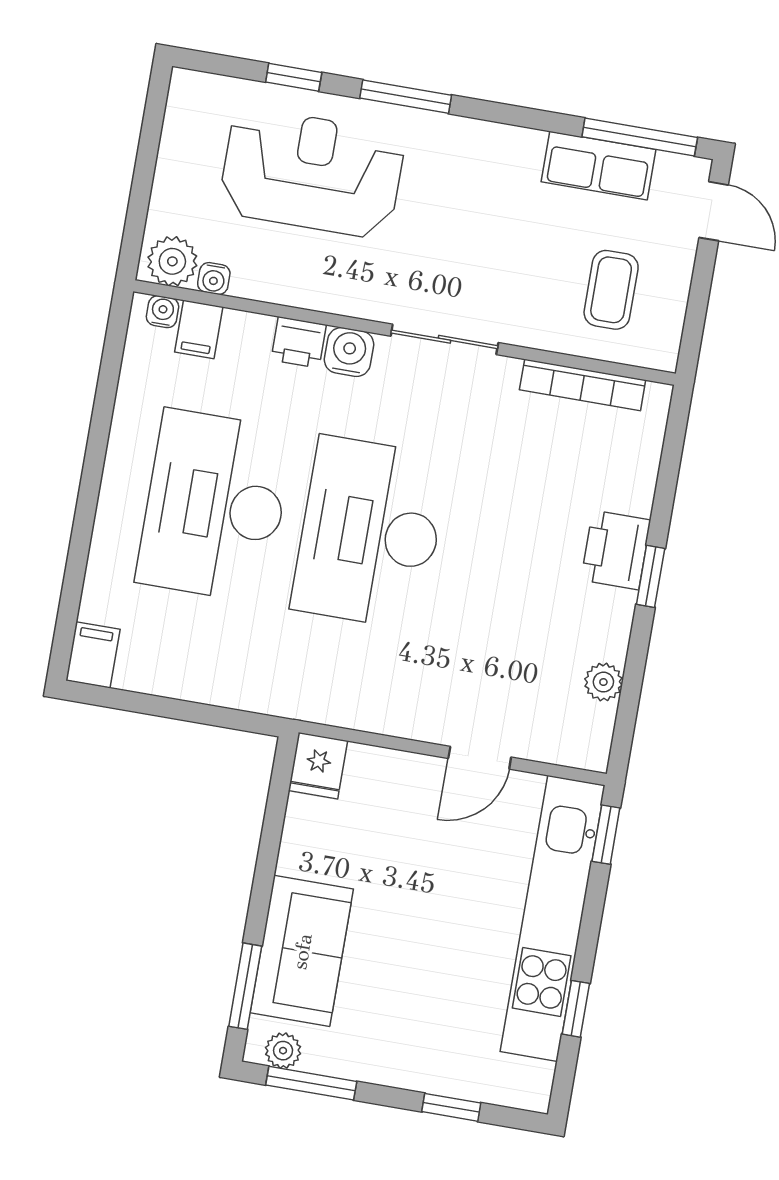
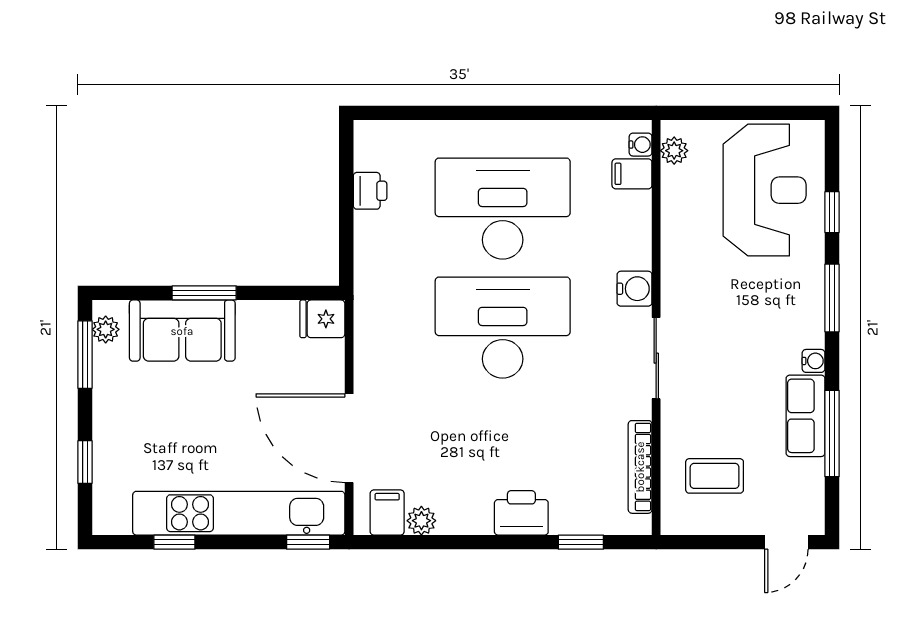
window: (640, 137) -> (832, 434), moved
row of seats: (599, 166) -> (806, 416), moved
reception desk: (312, 173) -> (765, 190), moved
plant: (172, 261) -> (674, 151), width x0.73, depth x0.73
water cooler: (214, 279) -> (814, 361), moved, turned 180
printer: (299, 342) -> (370, 191), moved, turned 180
window: (651, 576) -> (581, 542), moved
filing cabinet: (93, 655) -> (387, 512), moved, turned -90
door: (480, 758) -> (349, 438), width x1.88
window: (245, 986) -> (204, 293), moved

